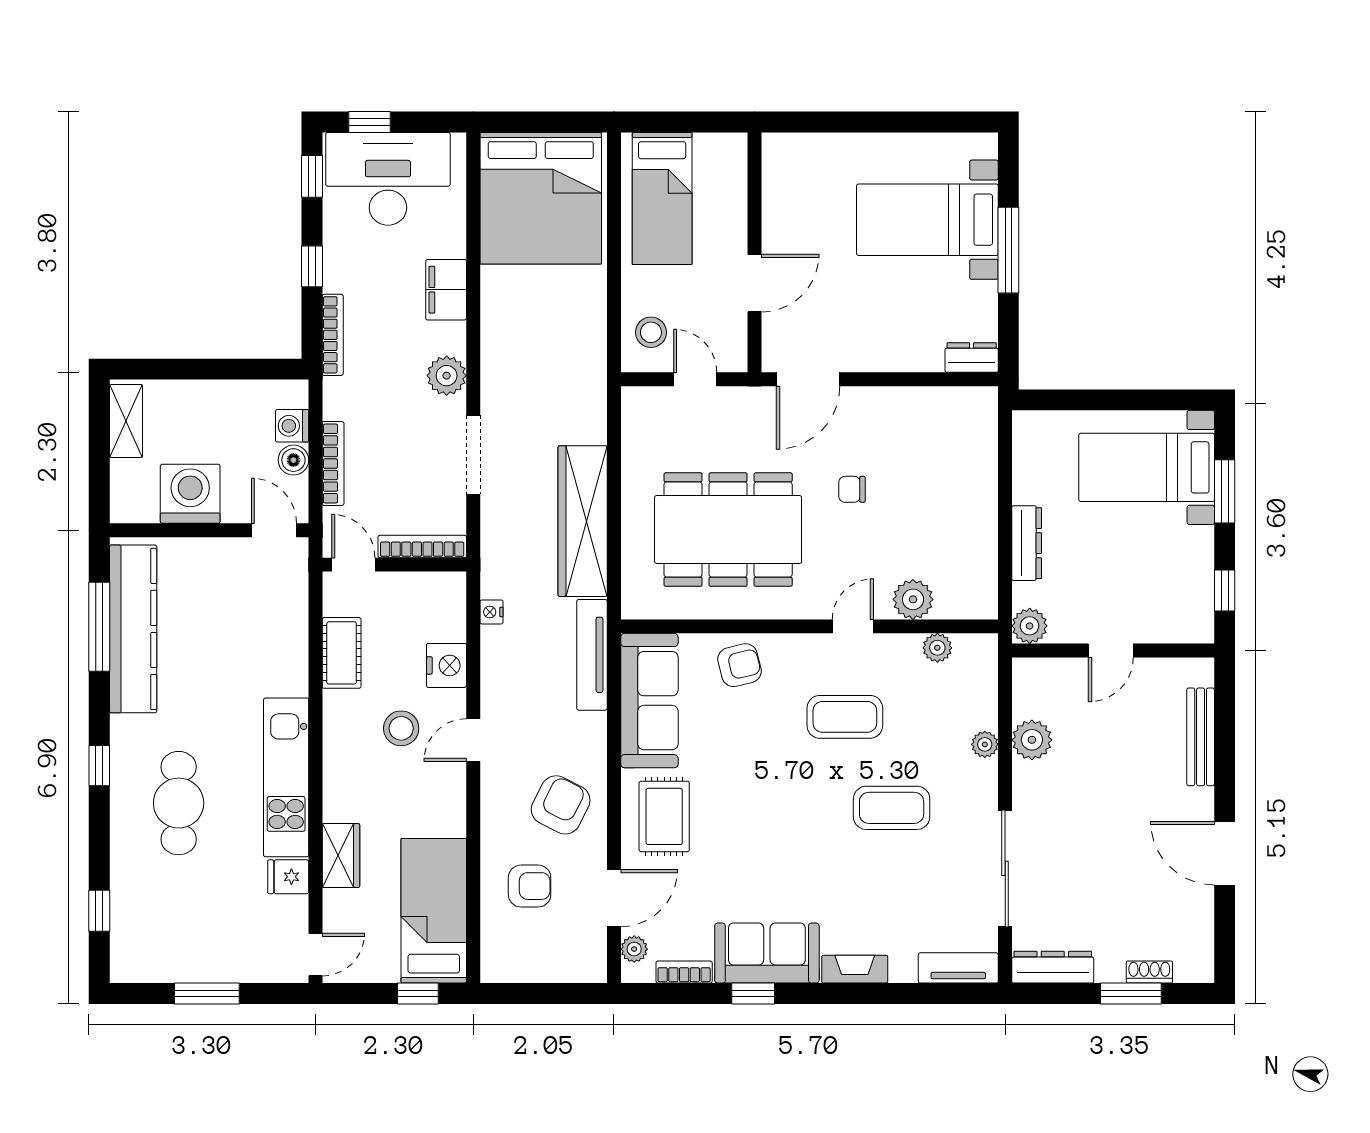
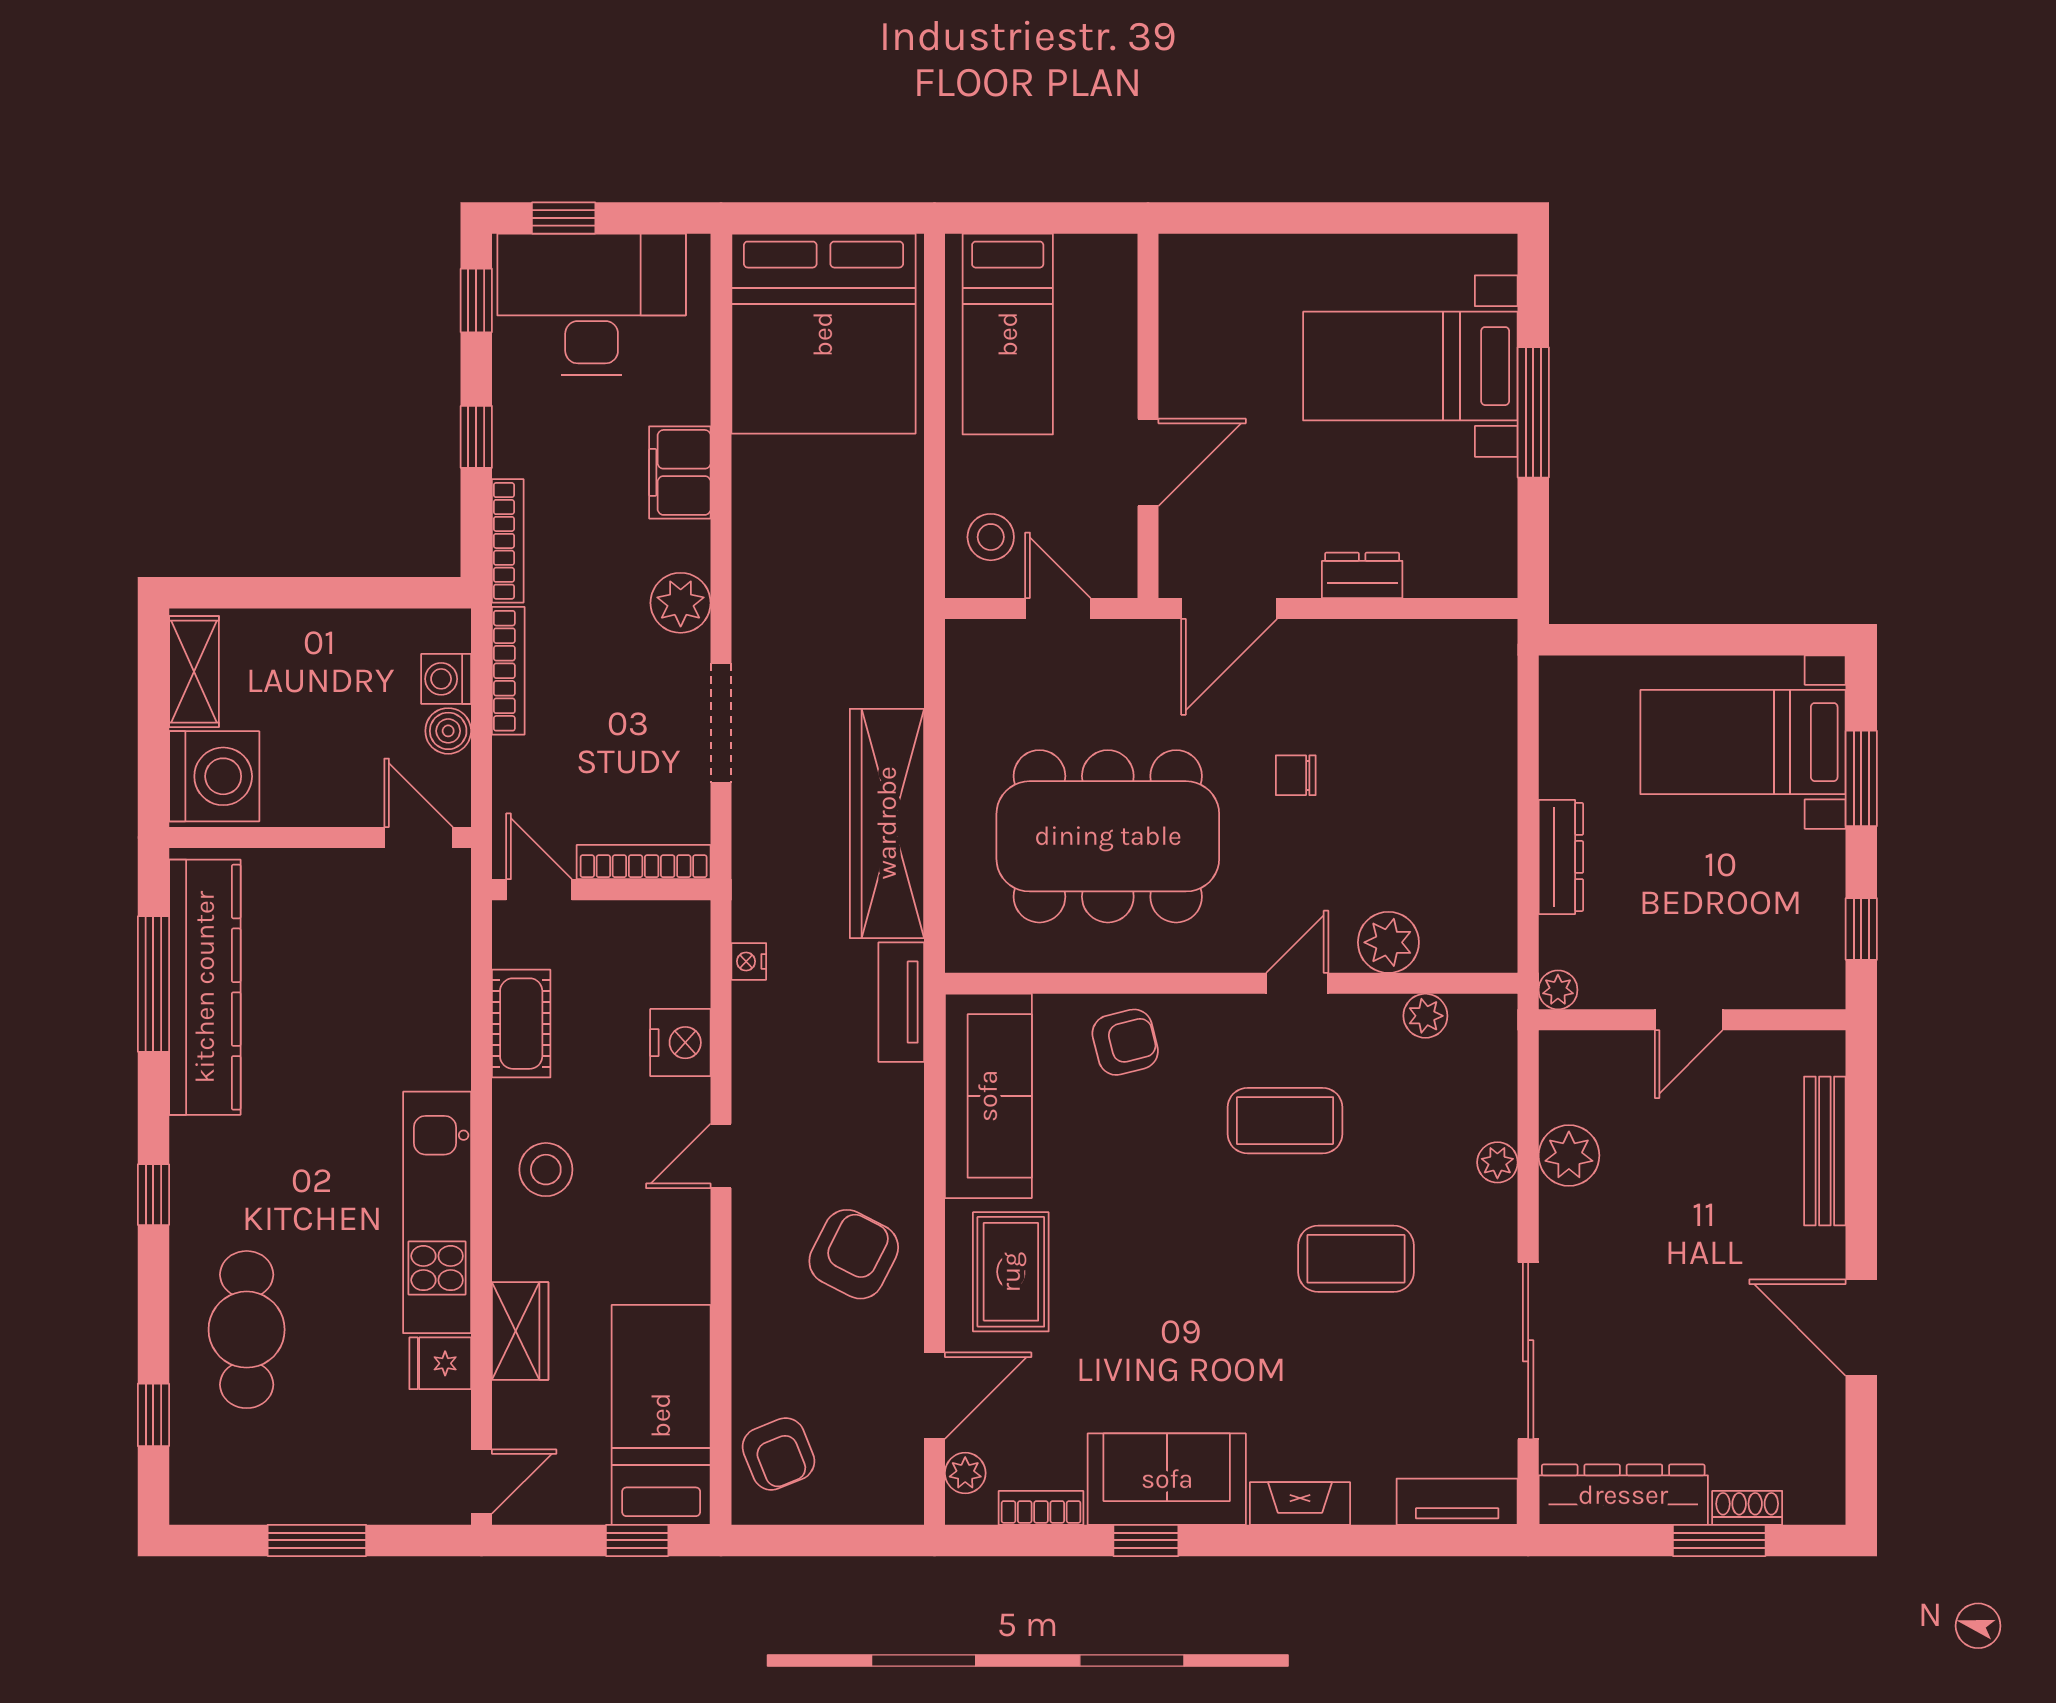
dresser: (972, 358) -> (1362, 575), moved
bookcase: (333, 463) -> (508, 671), moved
washing machine: (190, 494) -> (214, 776), moved, turned 90
plant: (1030, 626) -> (1558, 990), width x0.73, depth x0.73
tv unit: (592, 655) -> (901, 1002), width x0.71
stool: (401, 728) -> (546, 1170), moved
cafe table: (179, 803) -> (247, 1330), moved
armchair: (530, 886) -> (778, 1454), moved, turned 68
dresser: (1053, 967) -> (1623, 1495), width x1.37, depth x1.24

